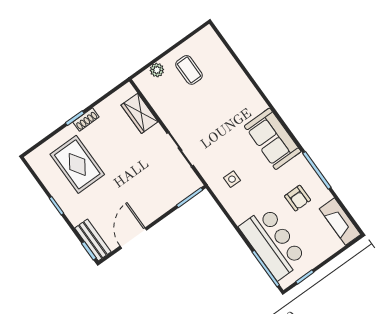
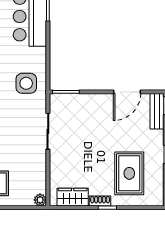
plant: (157, 70) -> (40, 200), moved
wardrobe: (140, 113) -> (73, 197), moved, turned -90
side table: (232, 179) -> (26, 83), width x1.87, depth x1.87

